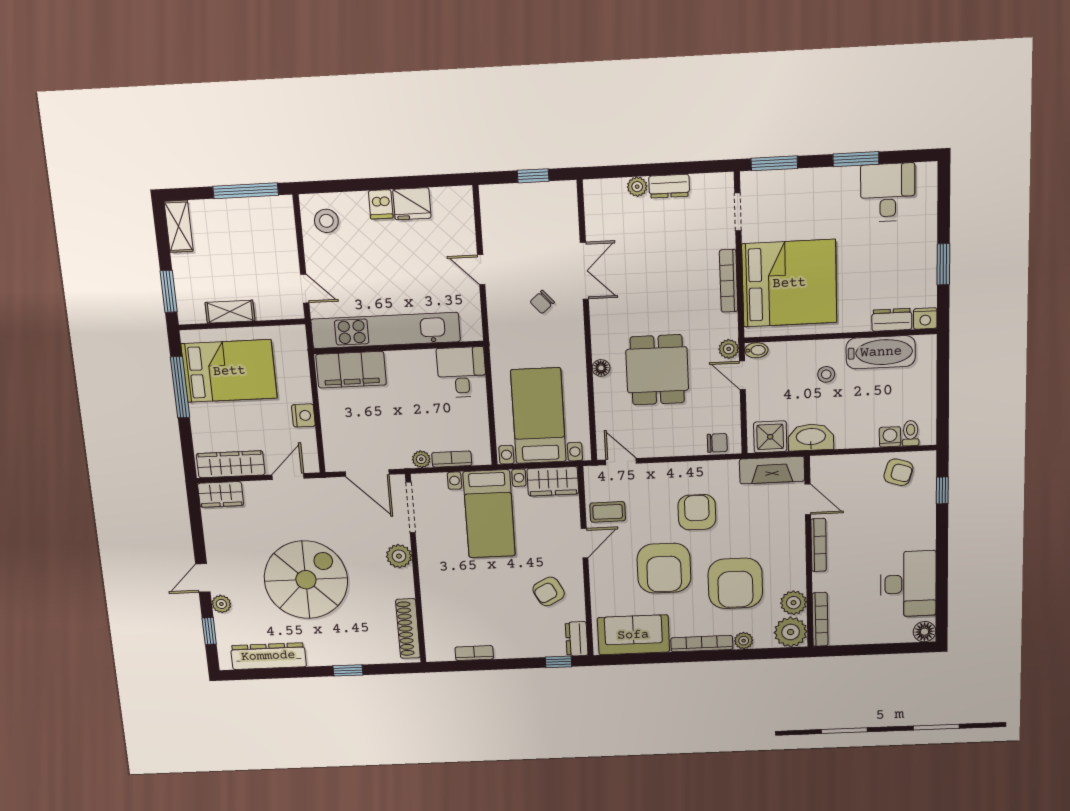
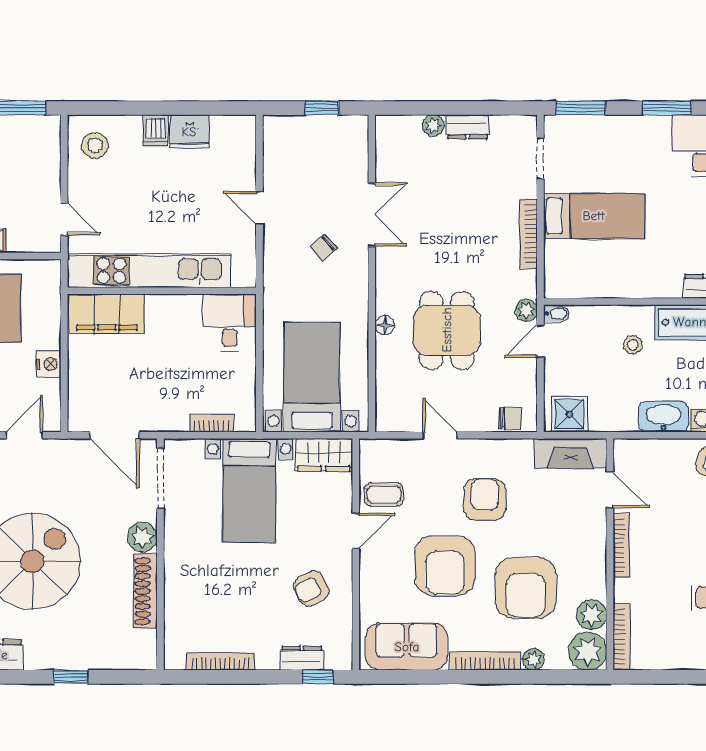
bed: (789, 283) -> (594, 216), width x0.49
door: (742, 375) -> (540, 341), hinge flipped
washbasin: (811, 437) -> (664, 417), moved
plant: (421, 459) -> (177, 422), removed
door: (621, 462) -> (440, 435), moved
shoe rack: (408, 629) -> (146, 591), moved
dresser: (577, 639) -> (302, 658), moved, turned 90
bookcase: (474, 653) -> (220, 661), width x1.56

